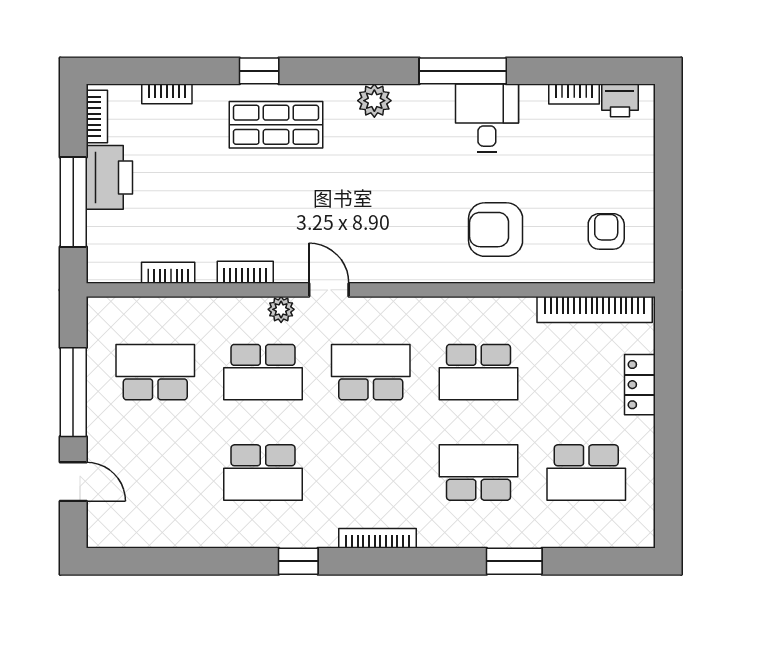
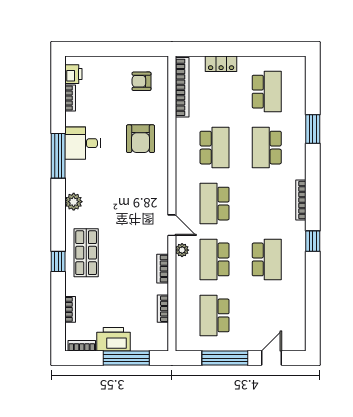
door: (329, 290) -> (172, 225), swing flipped
school desk: (263, 372) -> (215, 259), turned 180

